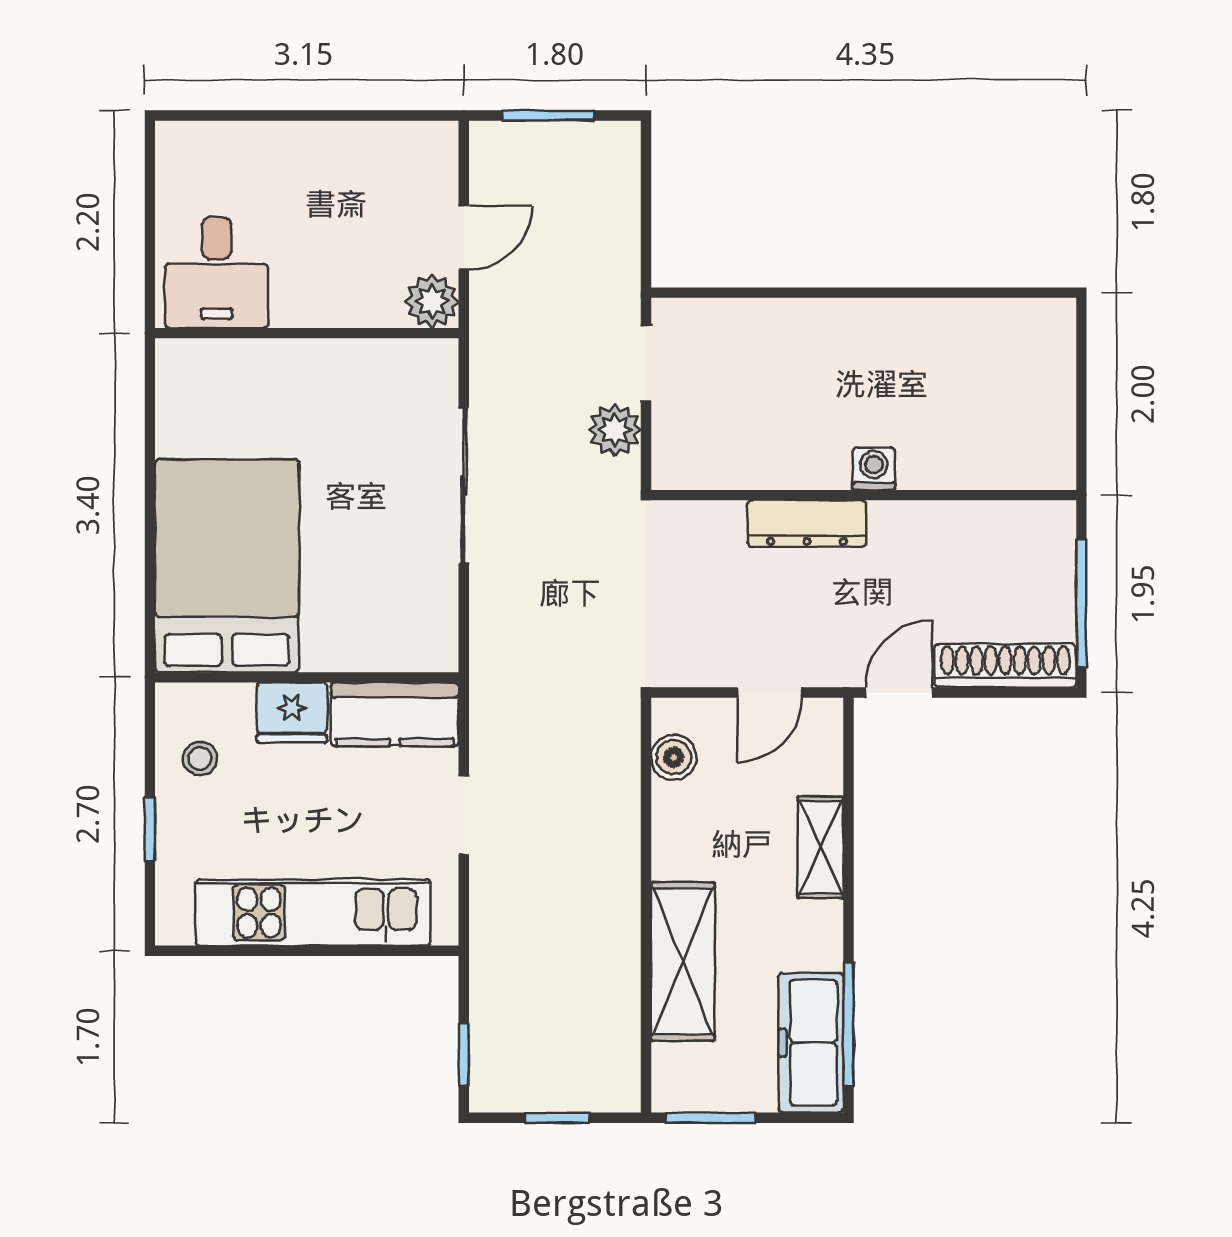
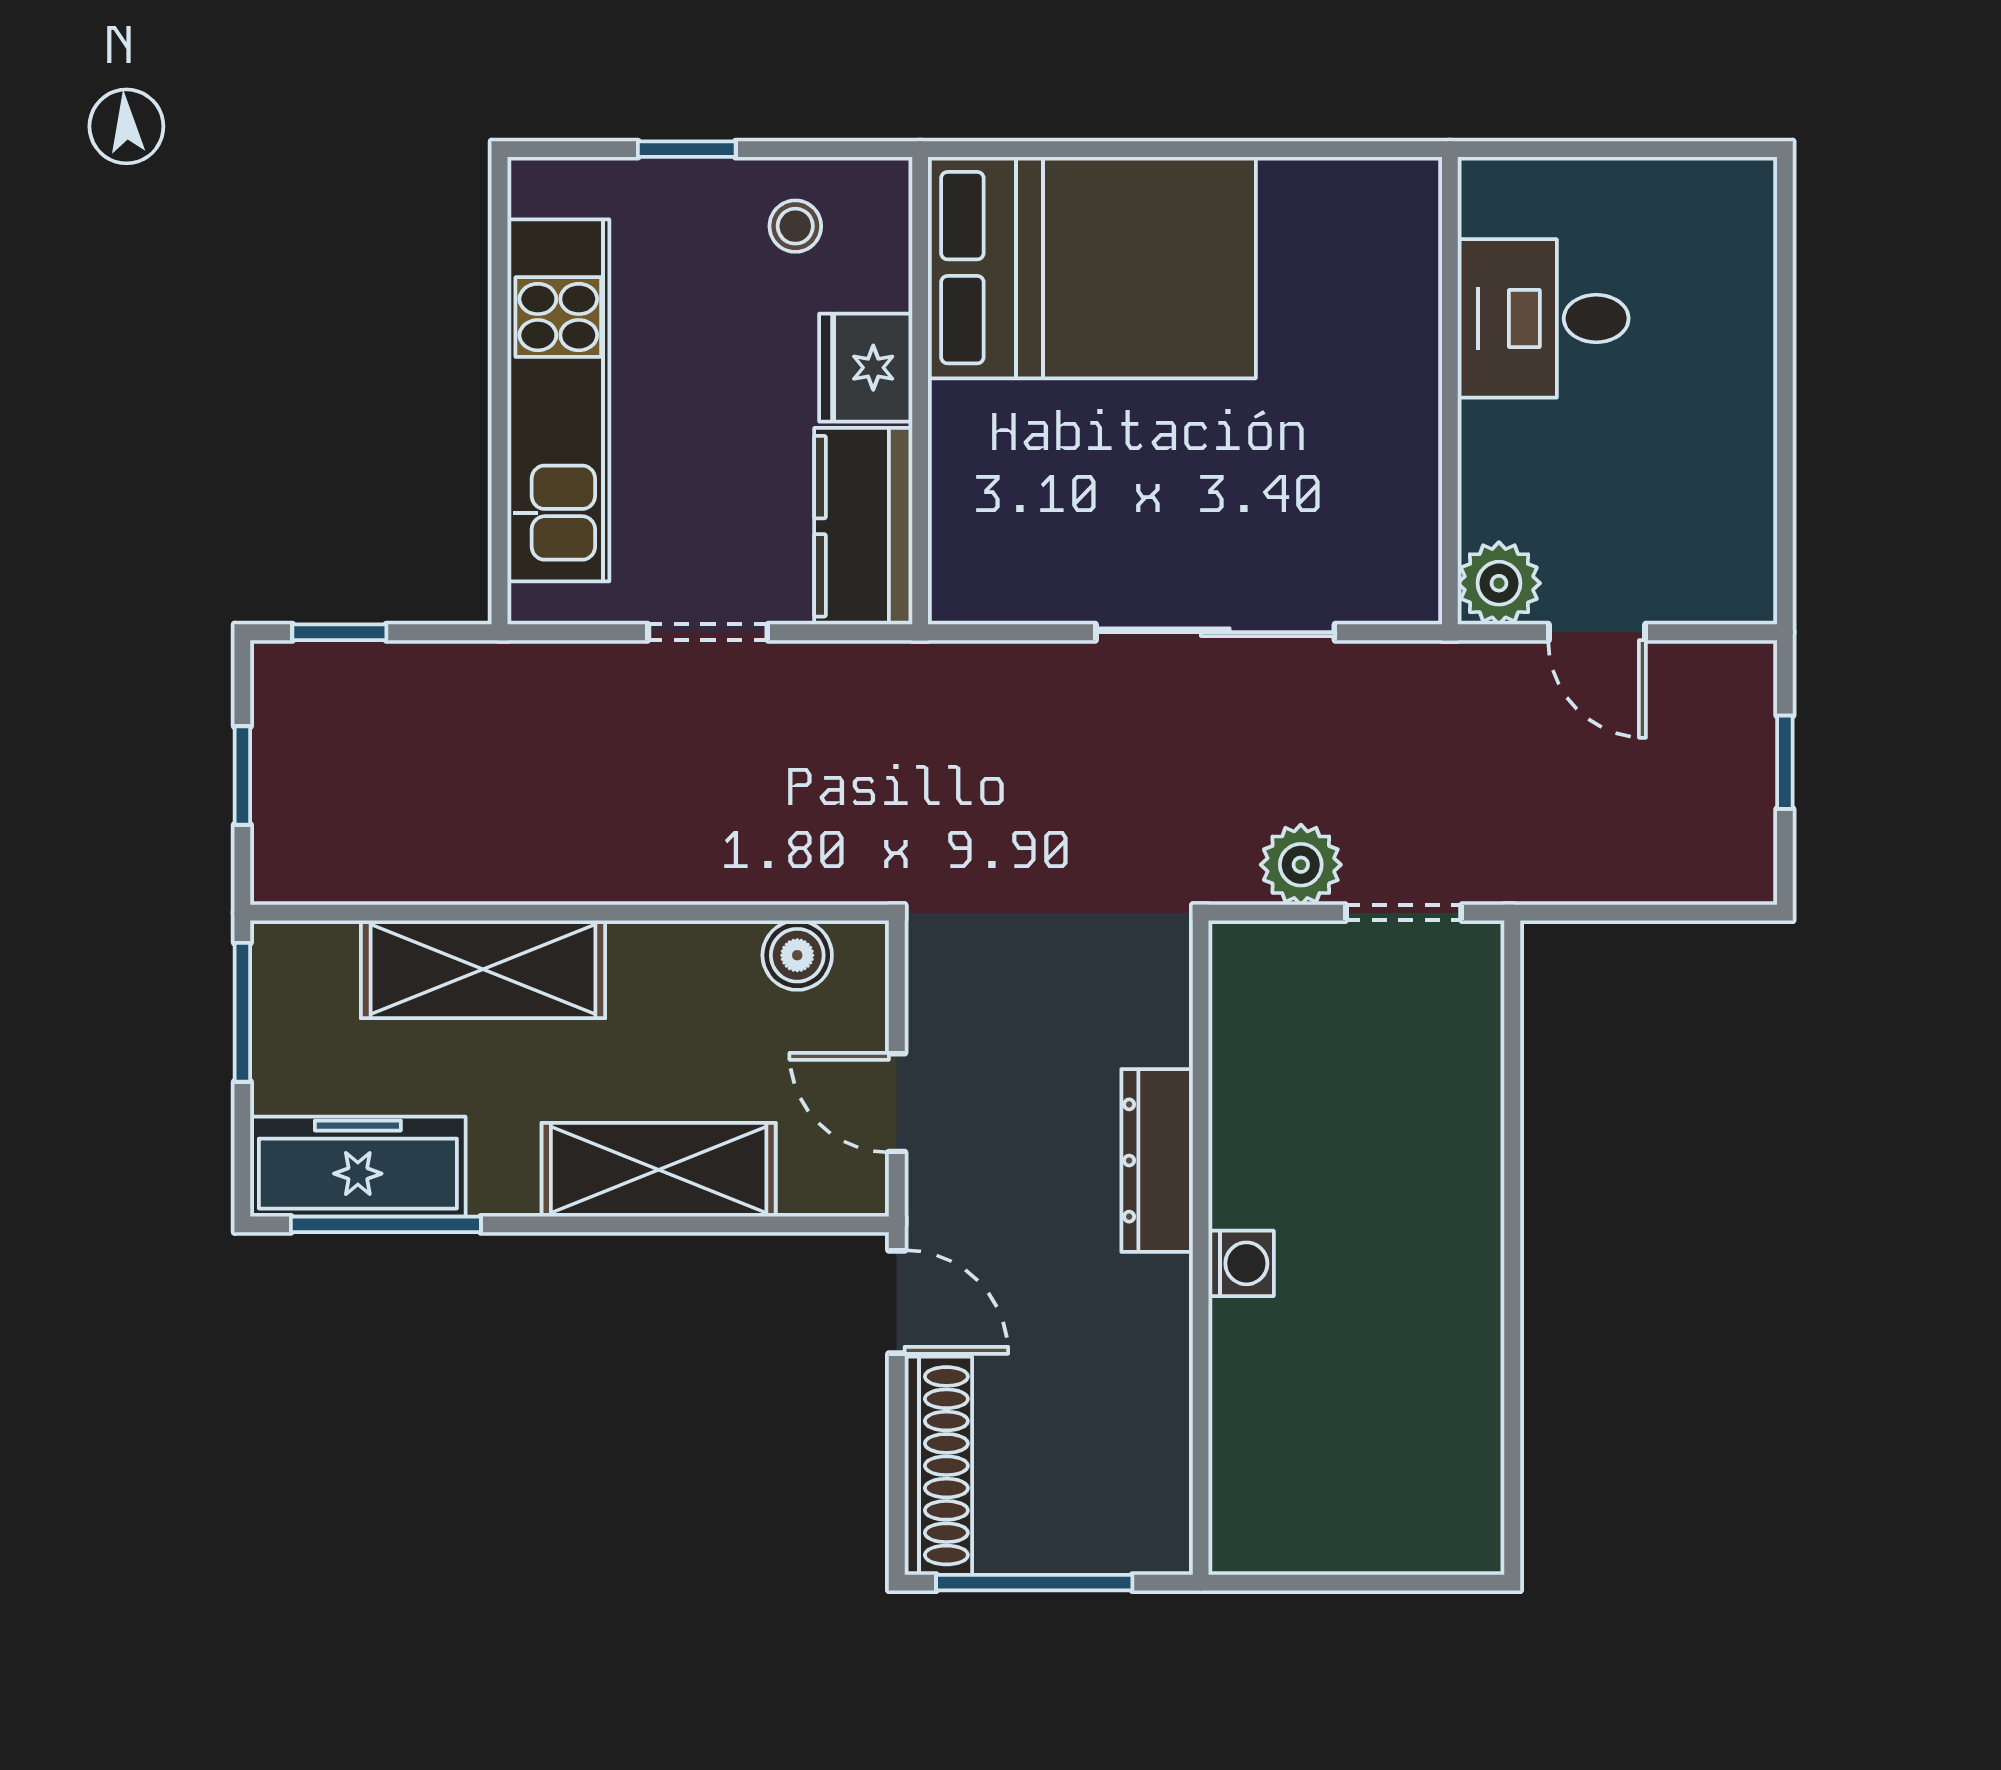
window: (548, 115) -> (1785, 762), width x0.67
desk: (217, 273) -> (1543, 318), moved
shelving: (821, 847) -> (659, 1170), width x1.50, depth x1.33

